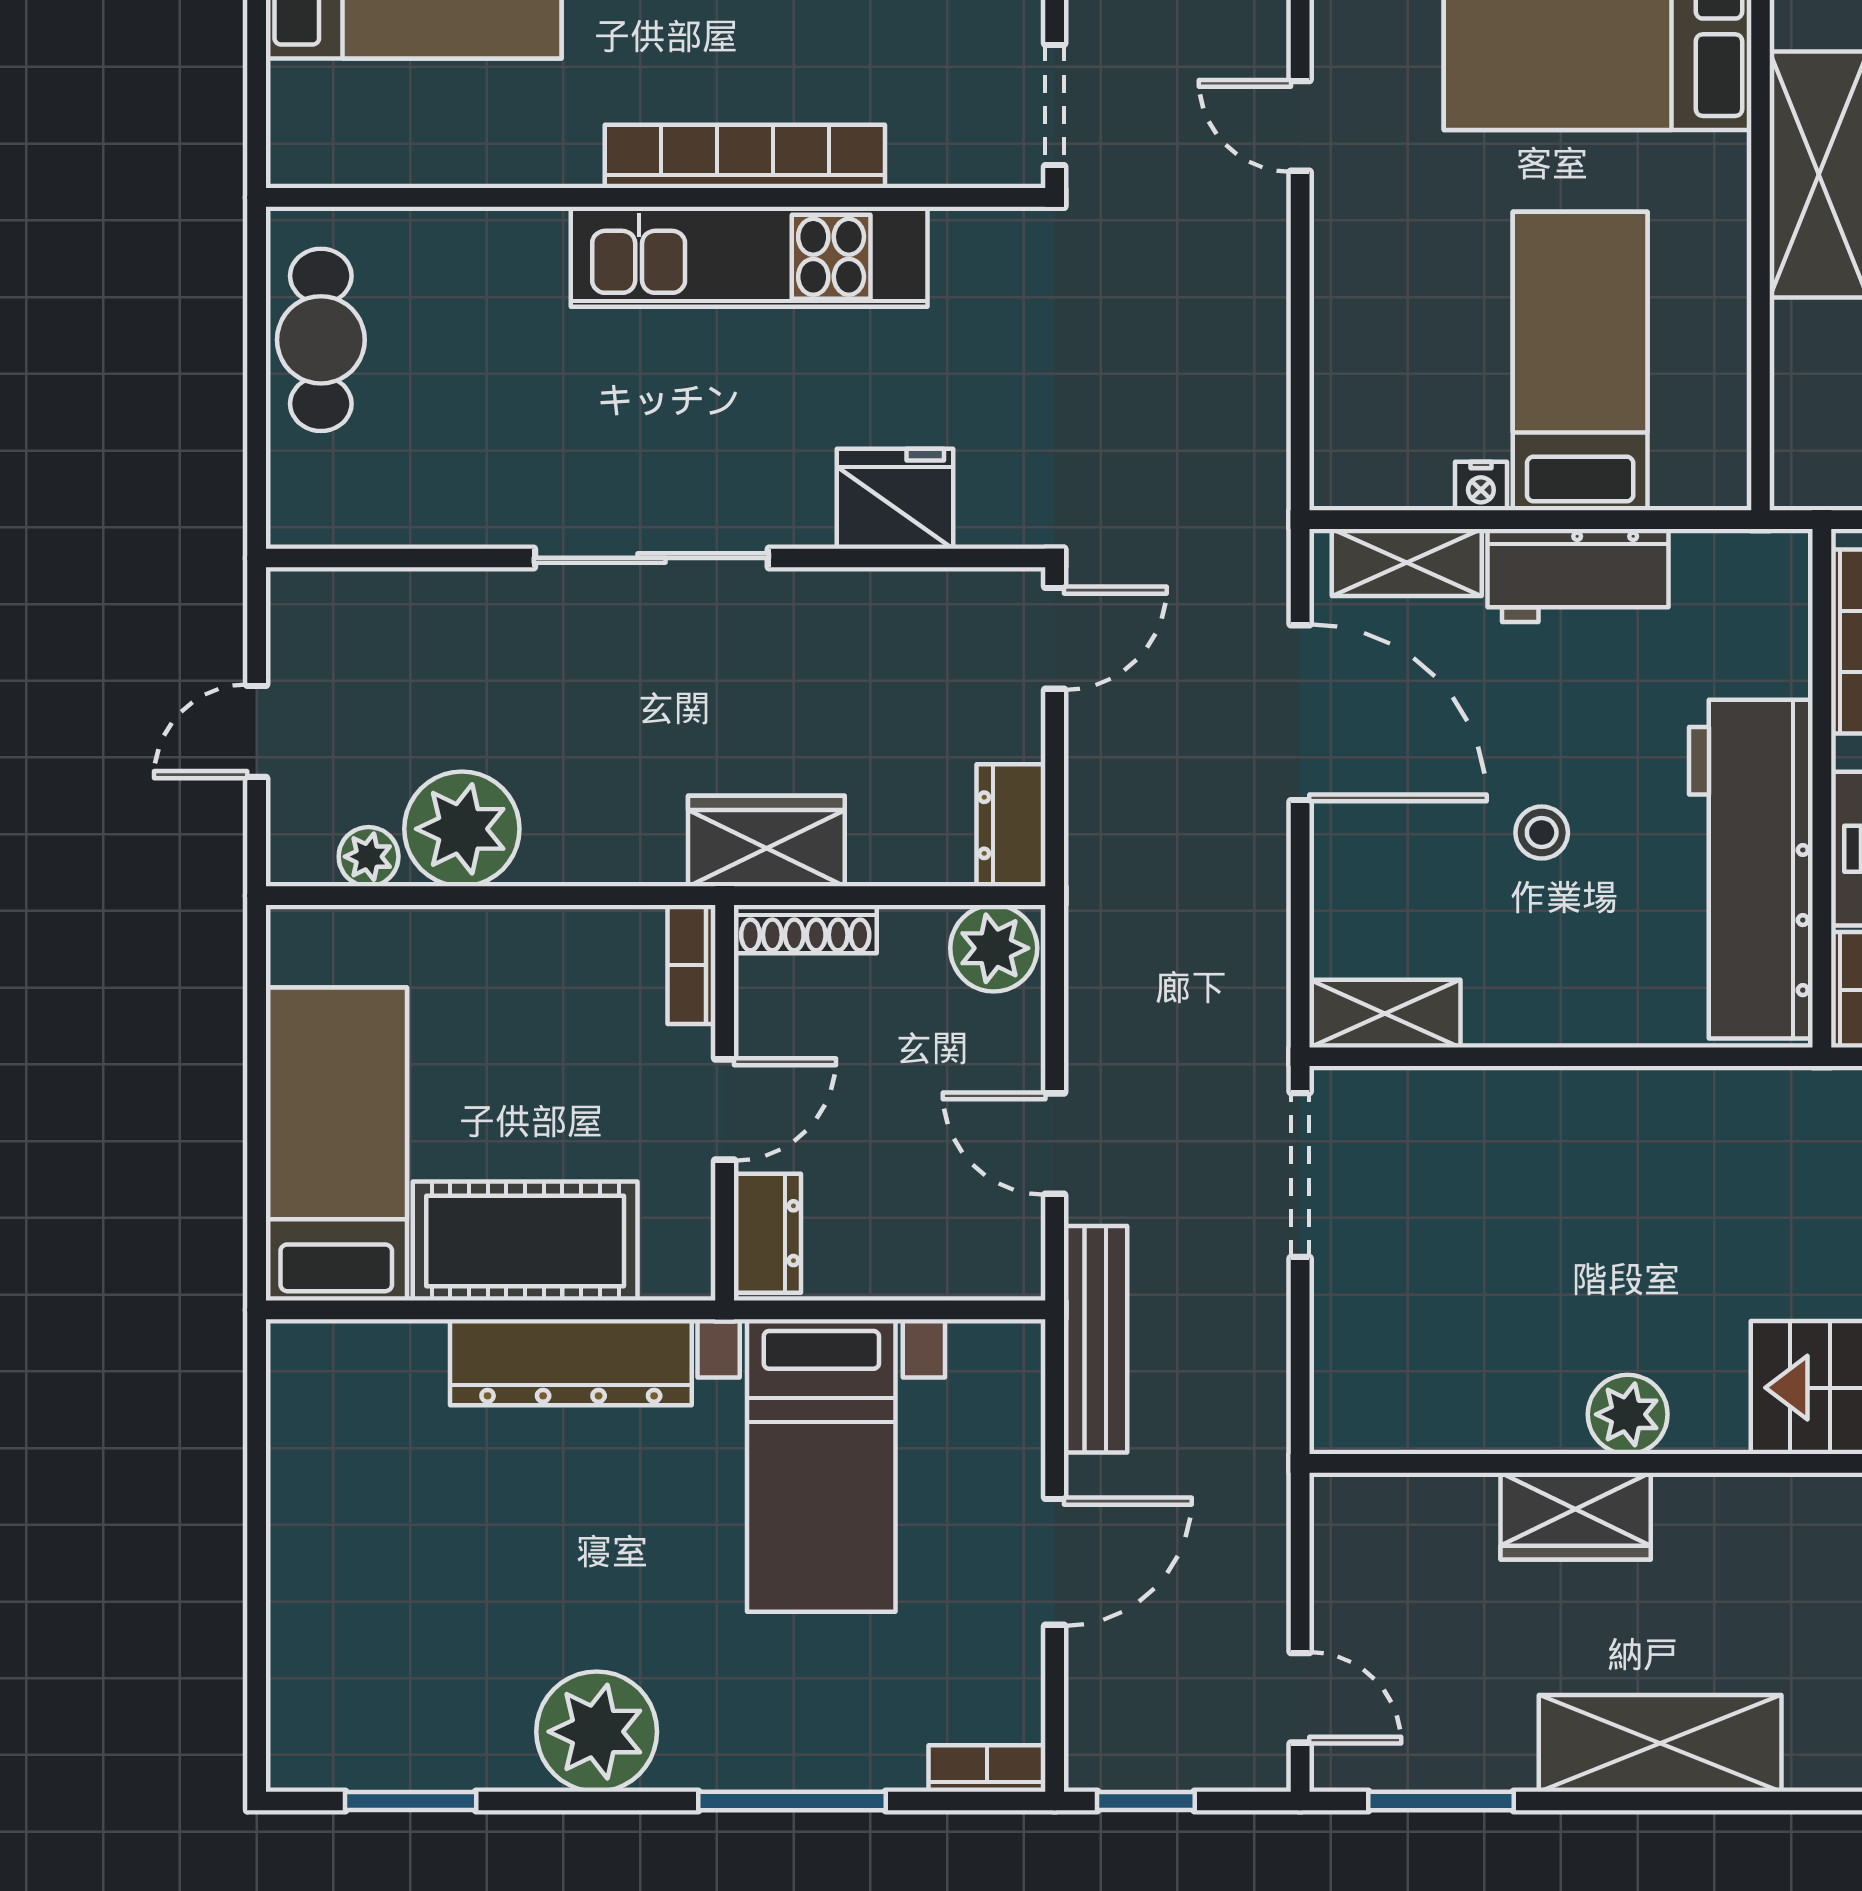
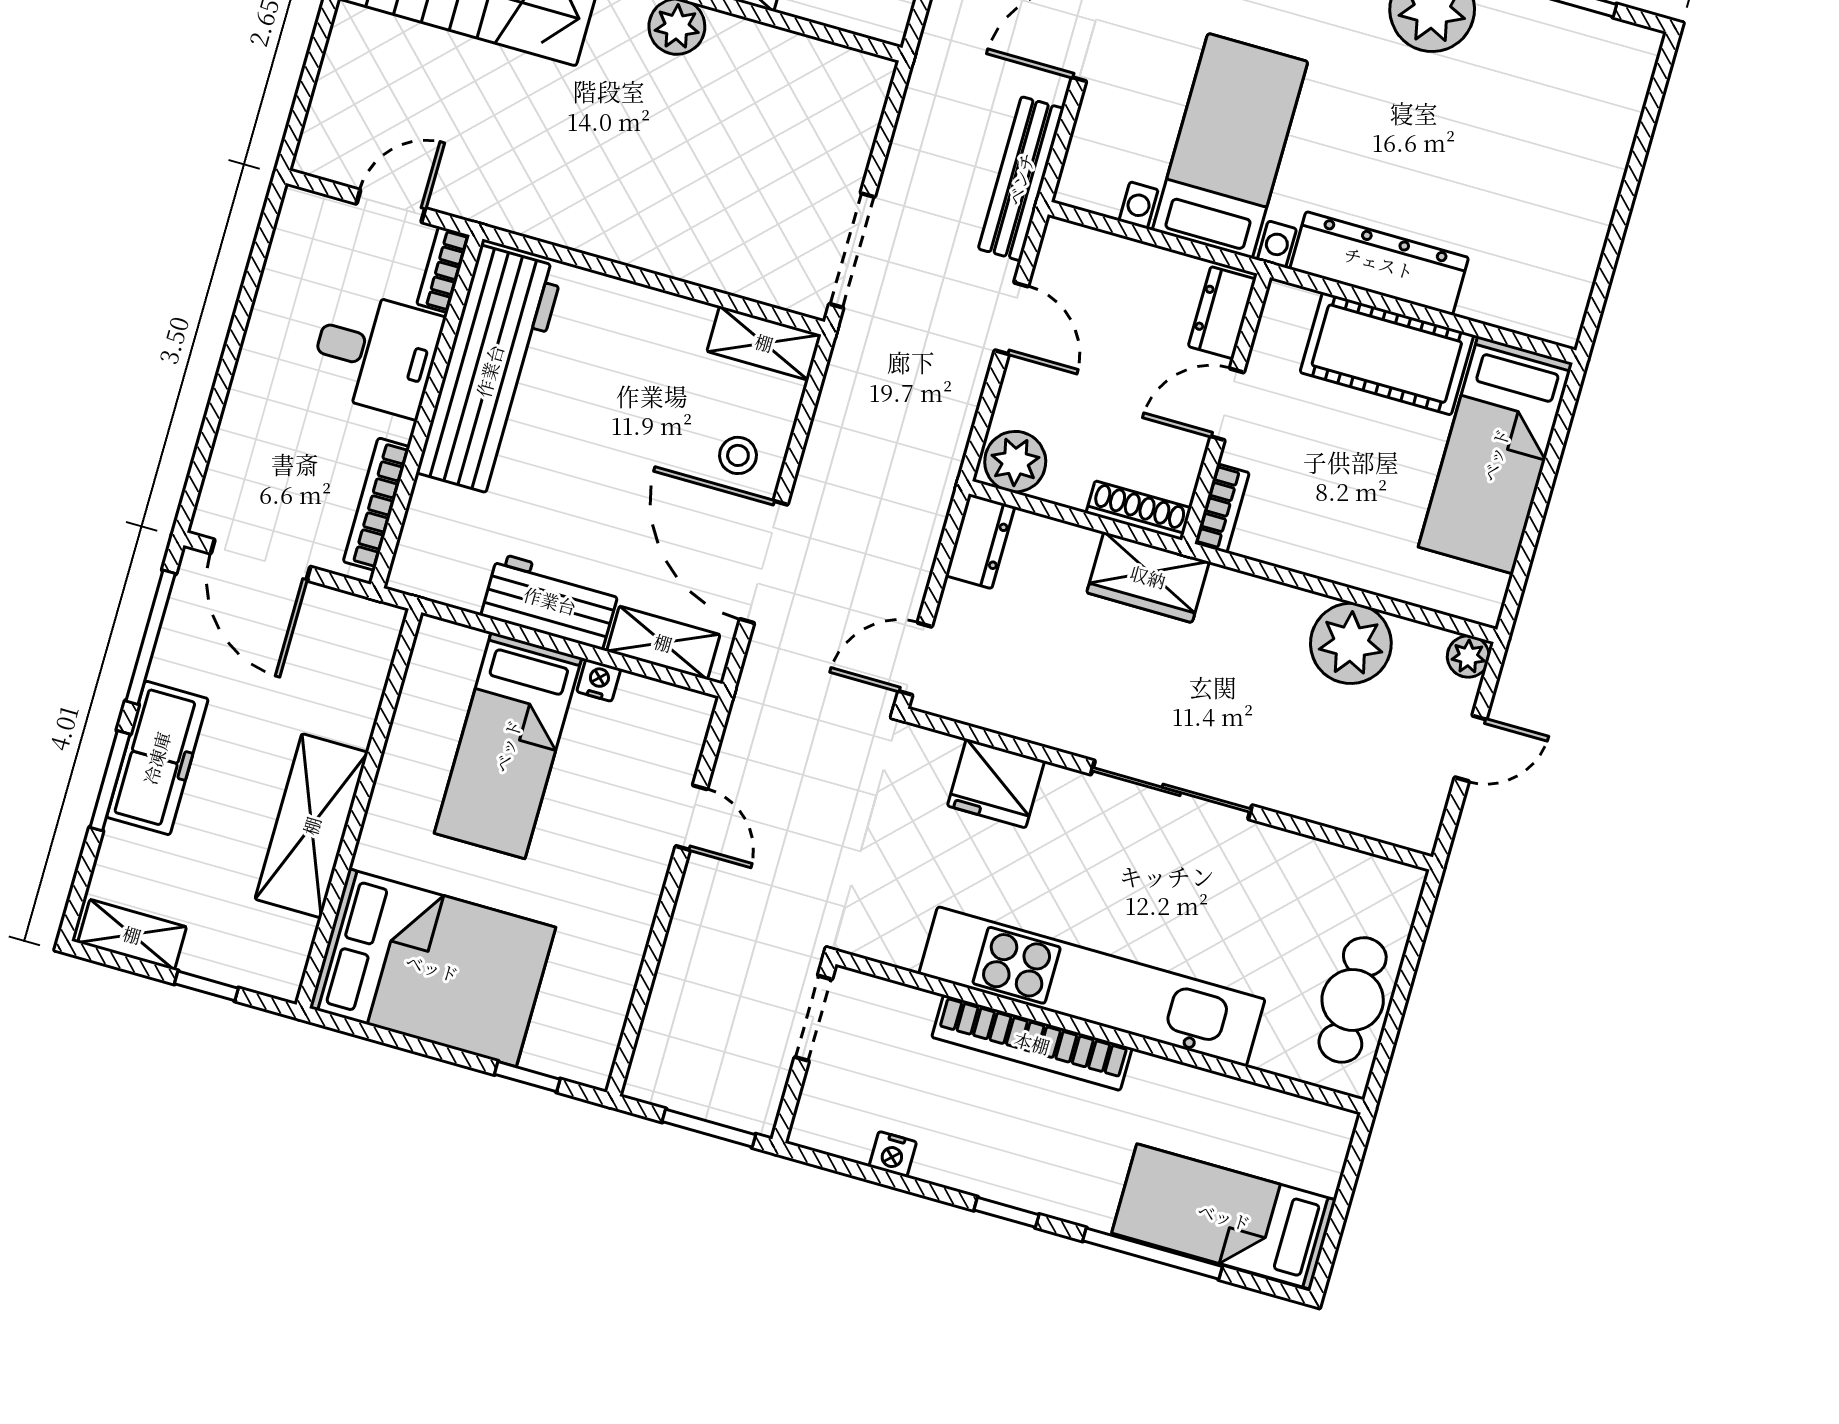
door: (1300, 126) -> (691, 818), moved
kitchen unit: (749, 257) -> (1092, 987), width x1.36
stool: (1542, 833) -> (738, 455), moved
plant: (369, 857) -> (1468, 656), moved

